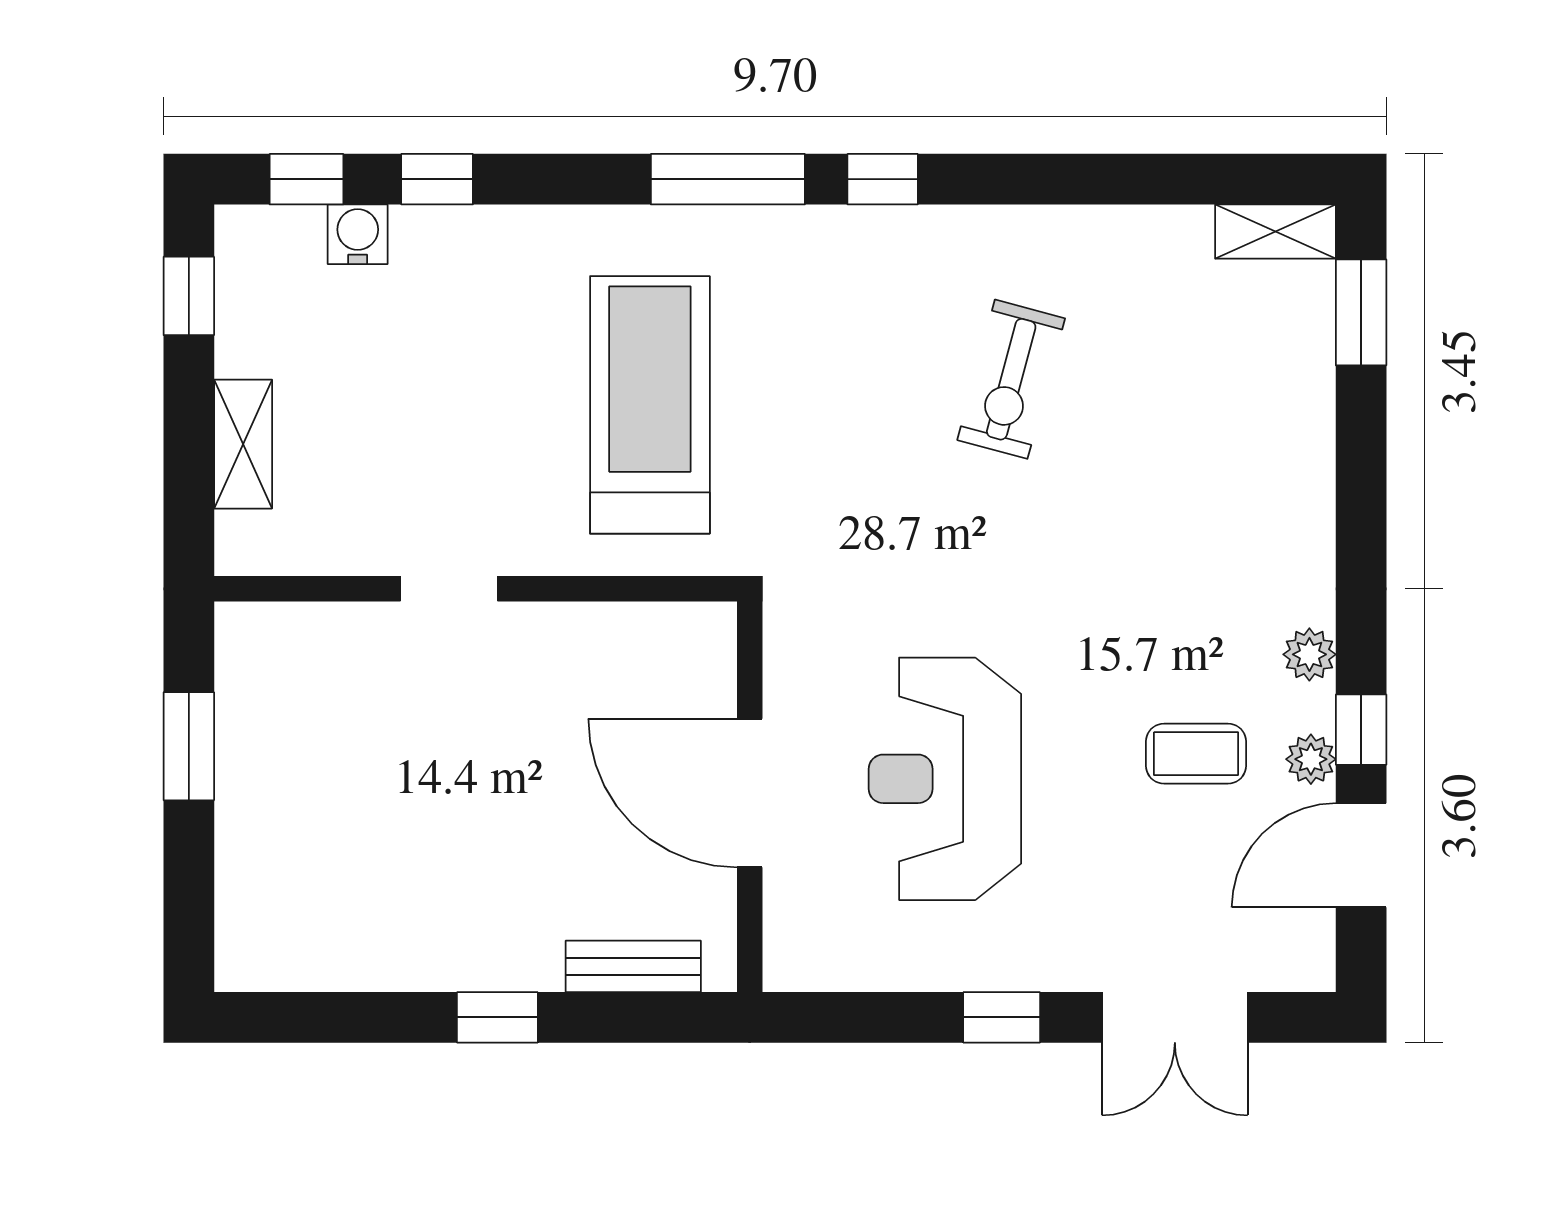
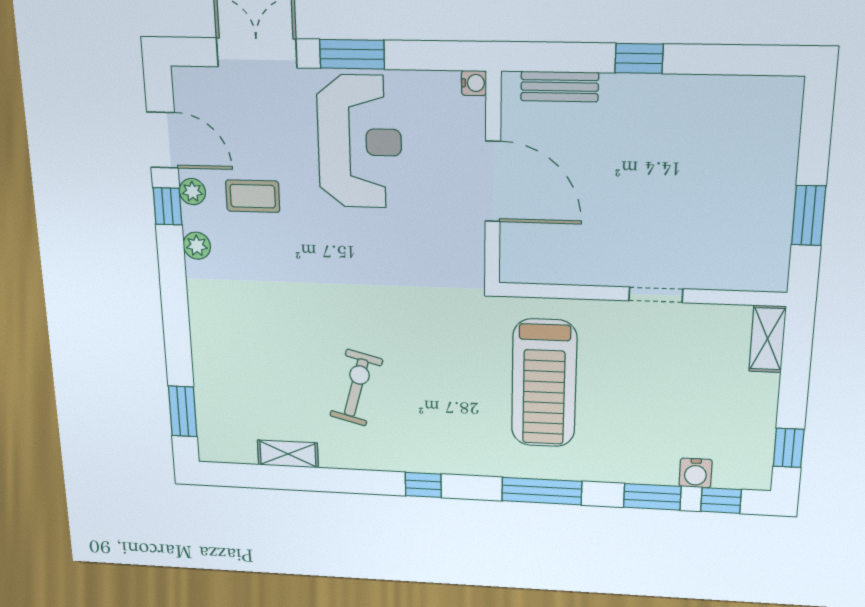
window: (437, 179) -> (652, 497), width x1.50
window: (728, 179) -> (542, 491), moved
shelving: (1275, 232) -> (288, 454), moved
shelving: (243, 444) -> (768, 339), moved
reception desk: (945, 779) -> (360, 142), moved
door: (1361, 855) -> (163, 140), hinge flipped
water cooler: (784, 970) -> (474, 83), added
window: (1002, 1017) -> (352, 54), width x1.50

